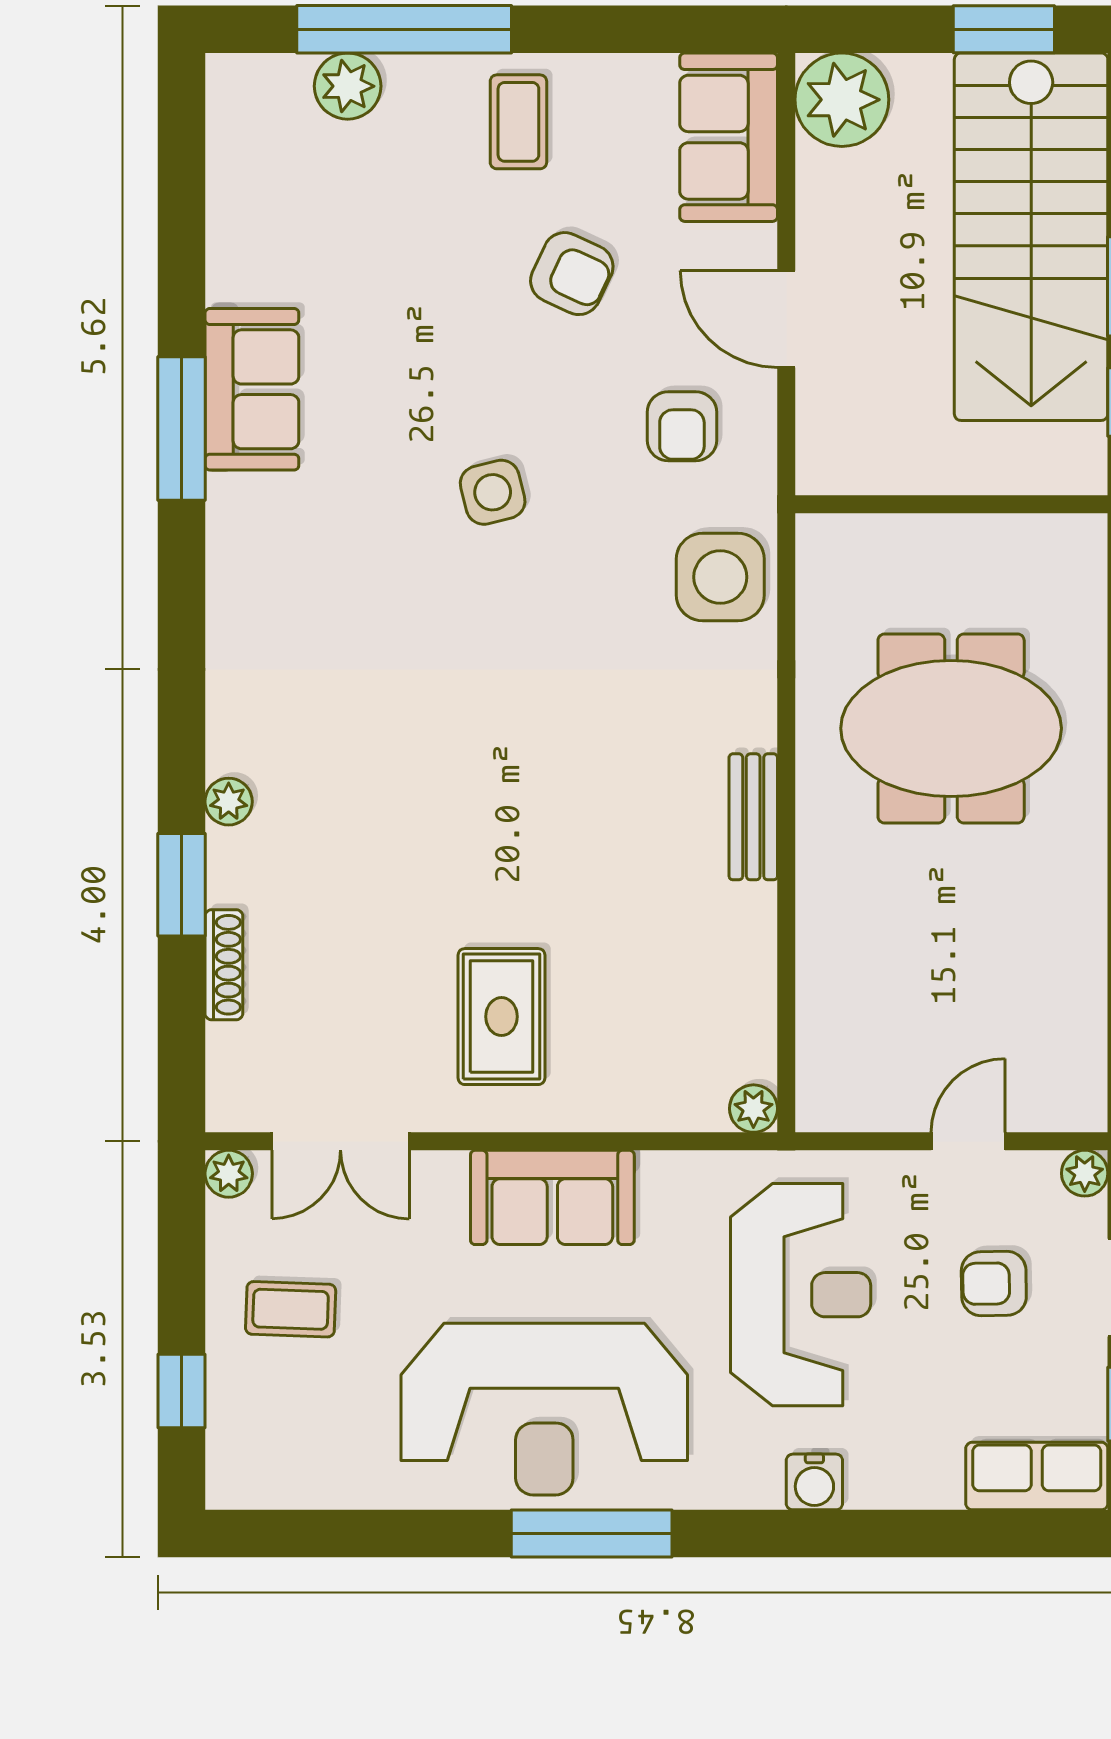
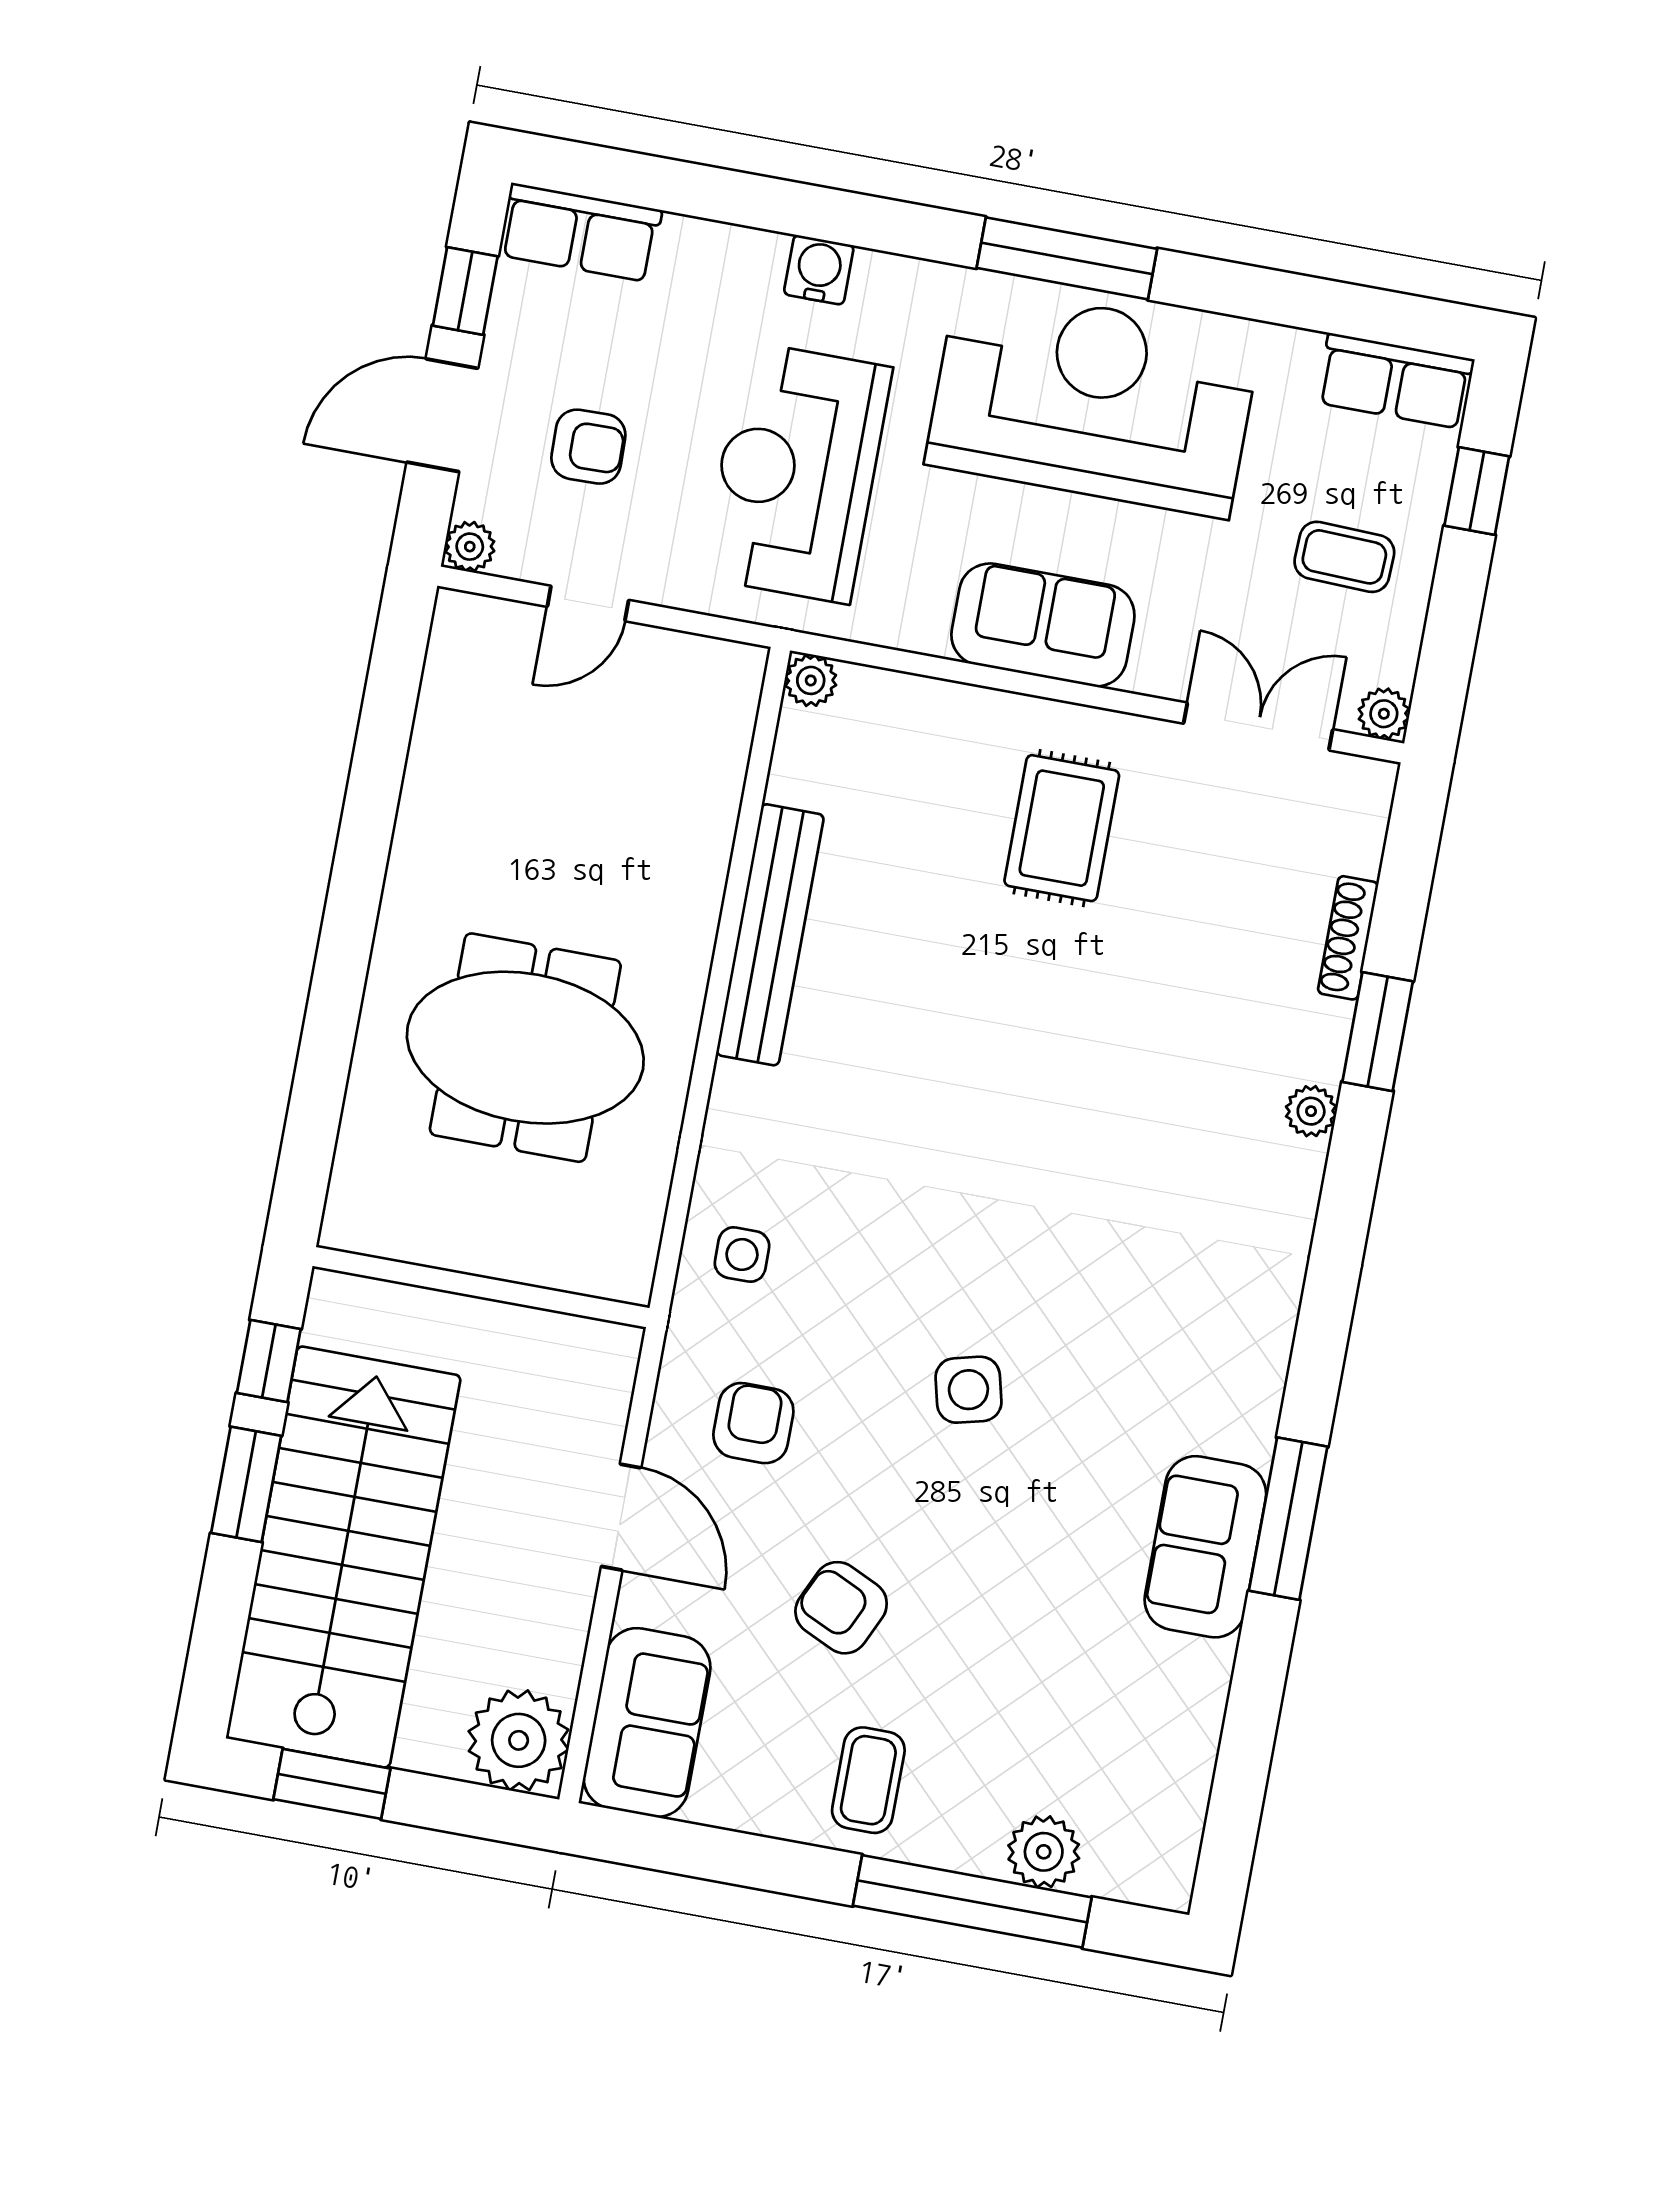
side table: (720, 577) -> (742, 1255), width x0.54, depth x0.54
bench: (753, 817) -> (770, 935), width x1.86, depth x1.21
row of seats: (274, 1477) -> (1395, 381), added

